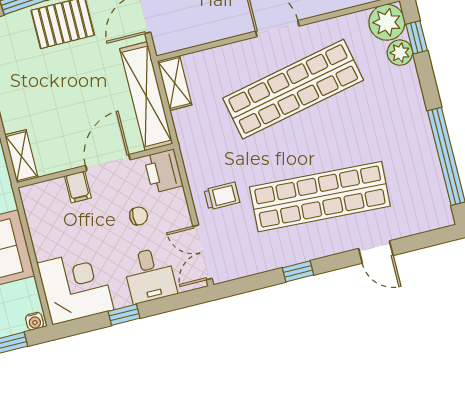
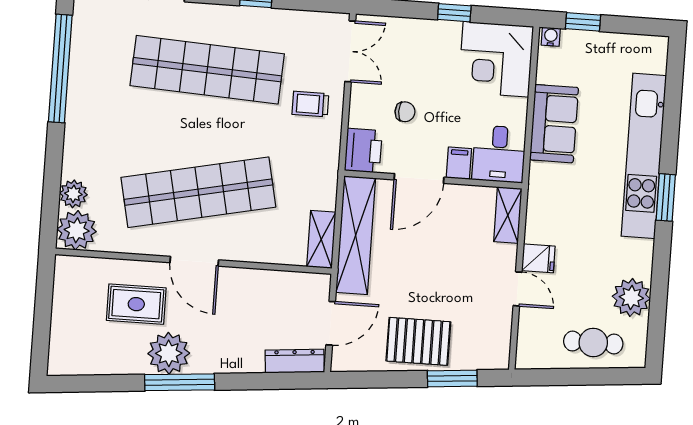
window: (417, 37) -> (51, 204), removed
chair: (139, 216) -> (405, 112), turned 180
desk: (150, 275) -> (499, 154), moved, turned 180

